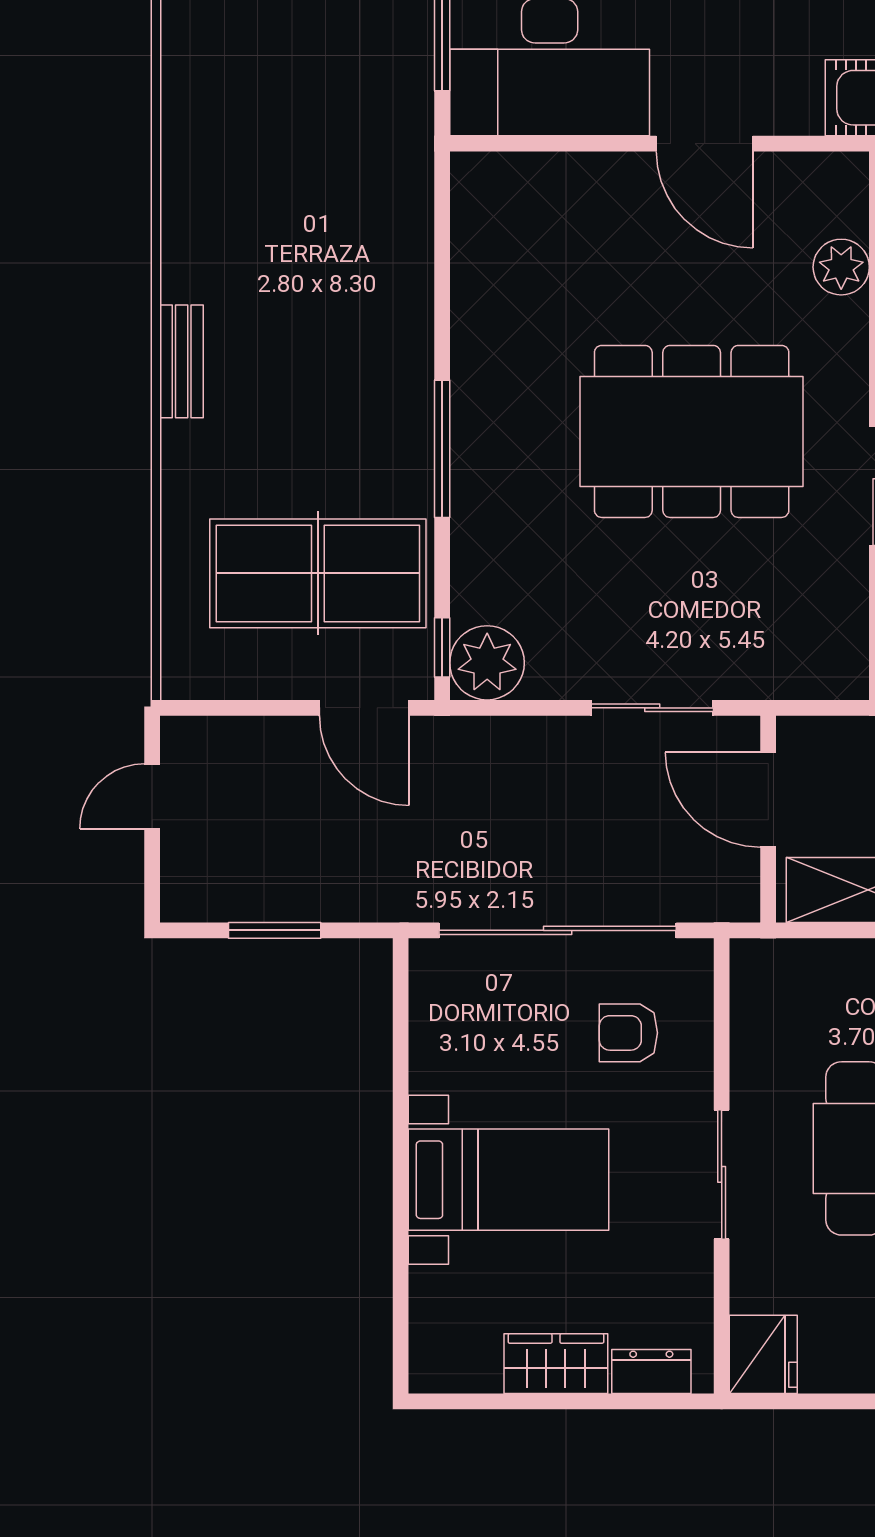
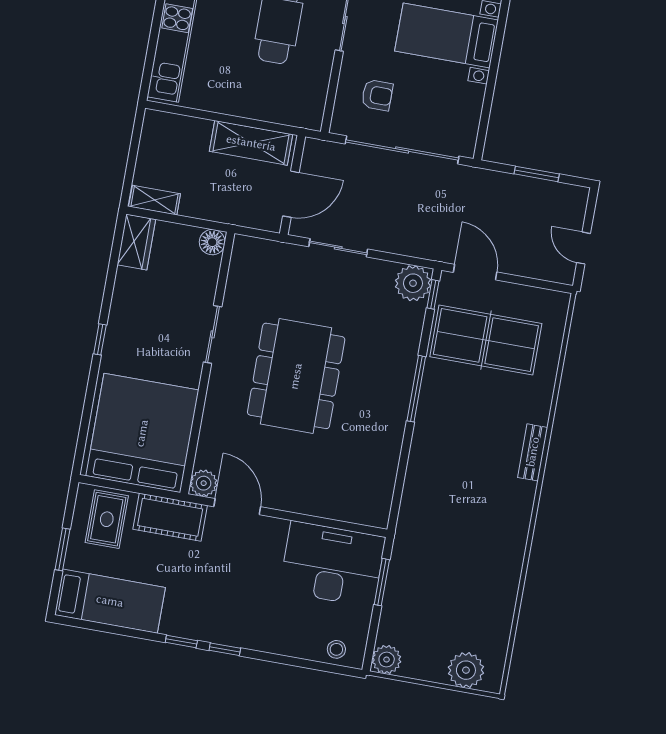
door: (705, 144) -> (237, 507), moved
plant: (841, 267) -> (204, 483), moved
dining table: (692, 431) -> (296, 376), turned 90
door: (152, 796) -> (584, 248), swing flipped
door: (768, 800) -> (291, 194), hinge flipped

